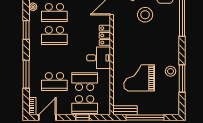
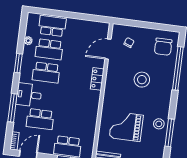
stool: (145, 15) -> (142, 80), moved
desk: (99, 58) -> (29, 95), moved, turned 180
school desk: (85, 82) -> (71, 123), removed

